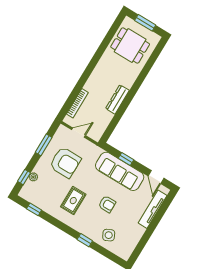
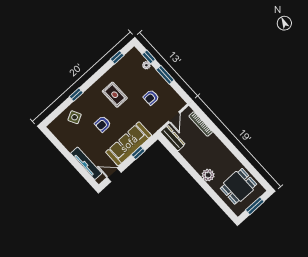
plant: (128, 80) -> (208, 175), added
dresser: (117, 99) -> (173, 138), moved
window: (44, 145) -> (165, 75), moved
armchair: (65, 162) -> (151, 97), width x0.53, depth x0.53

